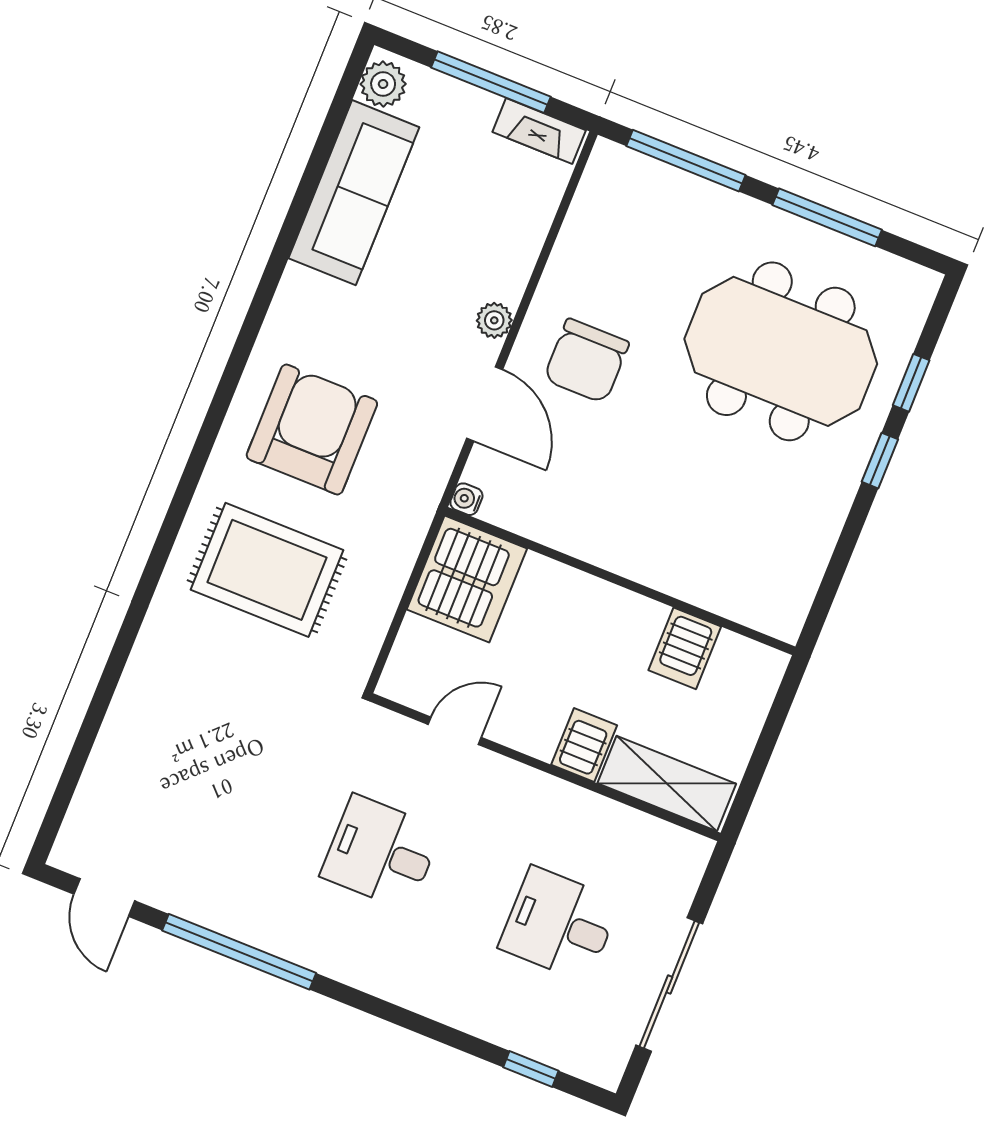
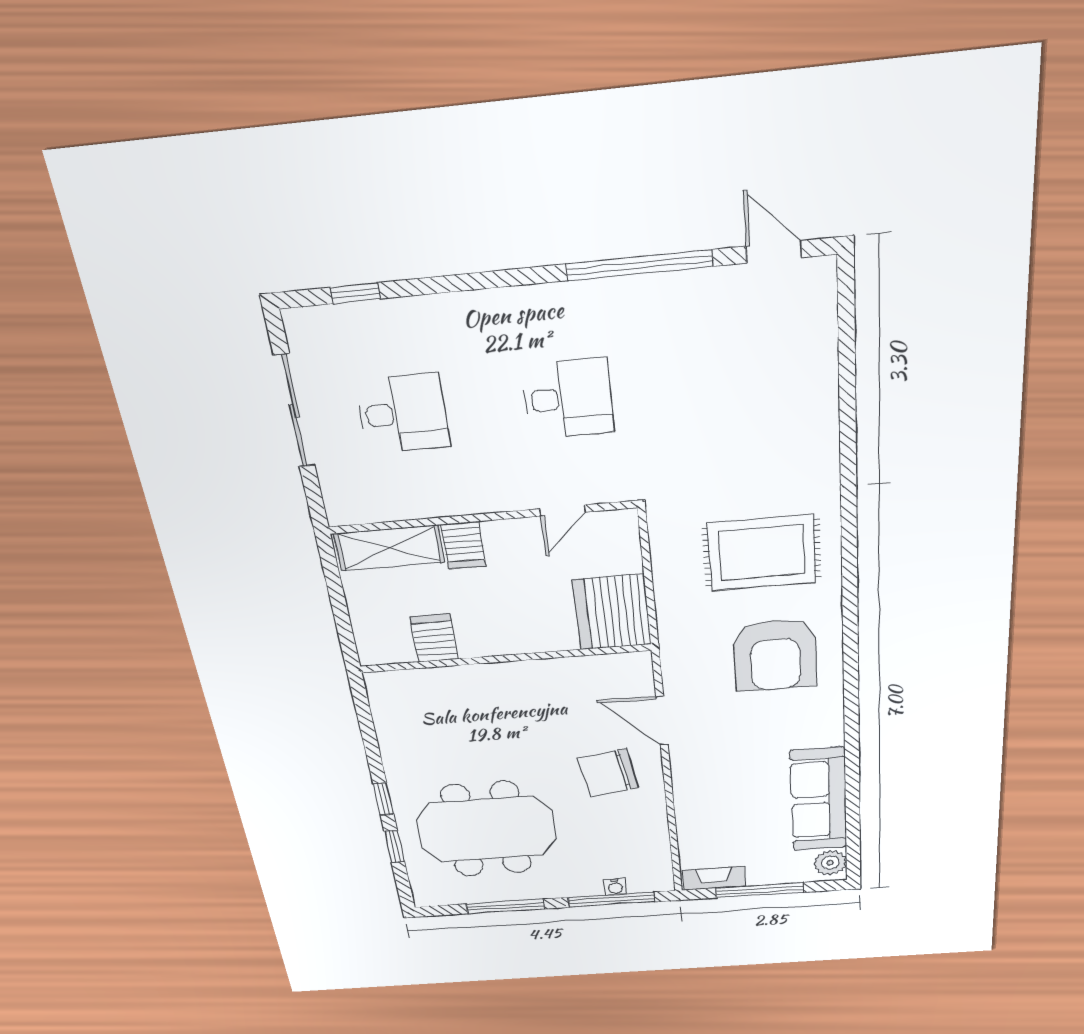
plant: (494, 320) -> (683, 770), removed
chair: (586, 361) -> (608, 773), turned -99
water cooler: (466, 499) -> (615, 887), moved, turned 90

